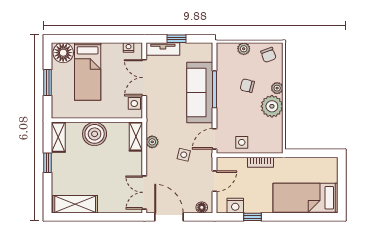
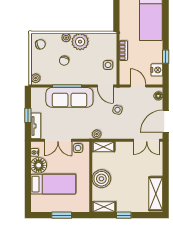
plant: (244, 49) -> (36, 78), moved
floor lamp: (63, 53) -> (39, 165), moved
plant: (152, 142) -> (97, 134), moved

